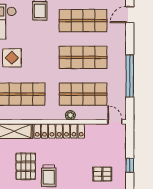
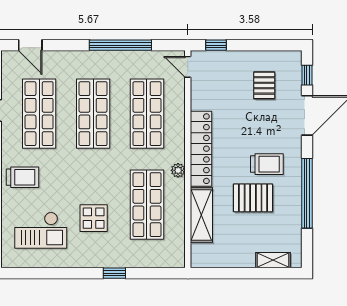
plant: (70, 115) -> (178, 170), moved
door: (115, 122) -> (188, 67), hinge flipped
window: (130, 165) -> (216, 45), moved

